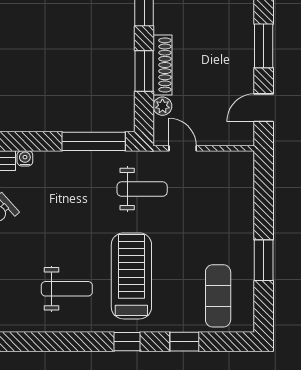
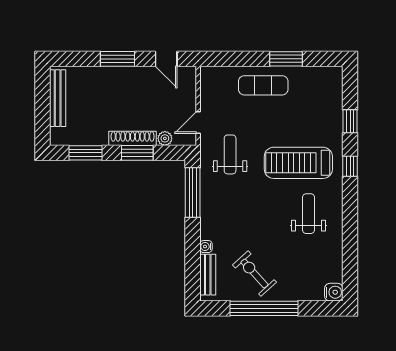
exercise mat: (218, 296) -> (263, 85), moved

